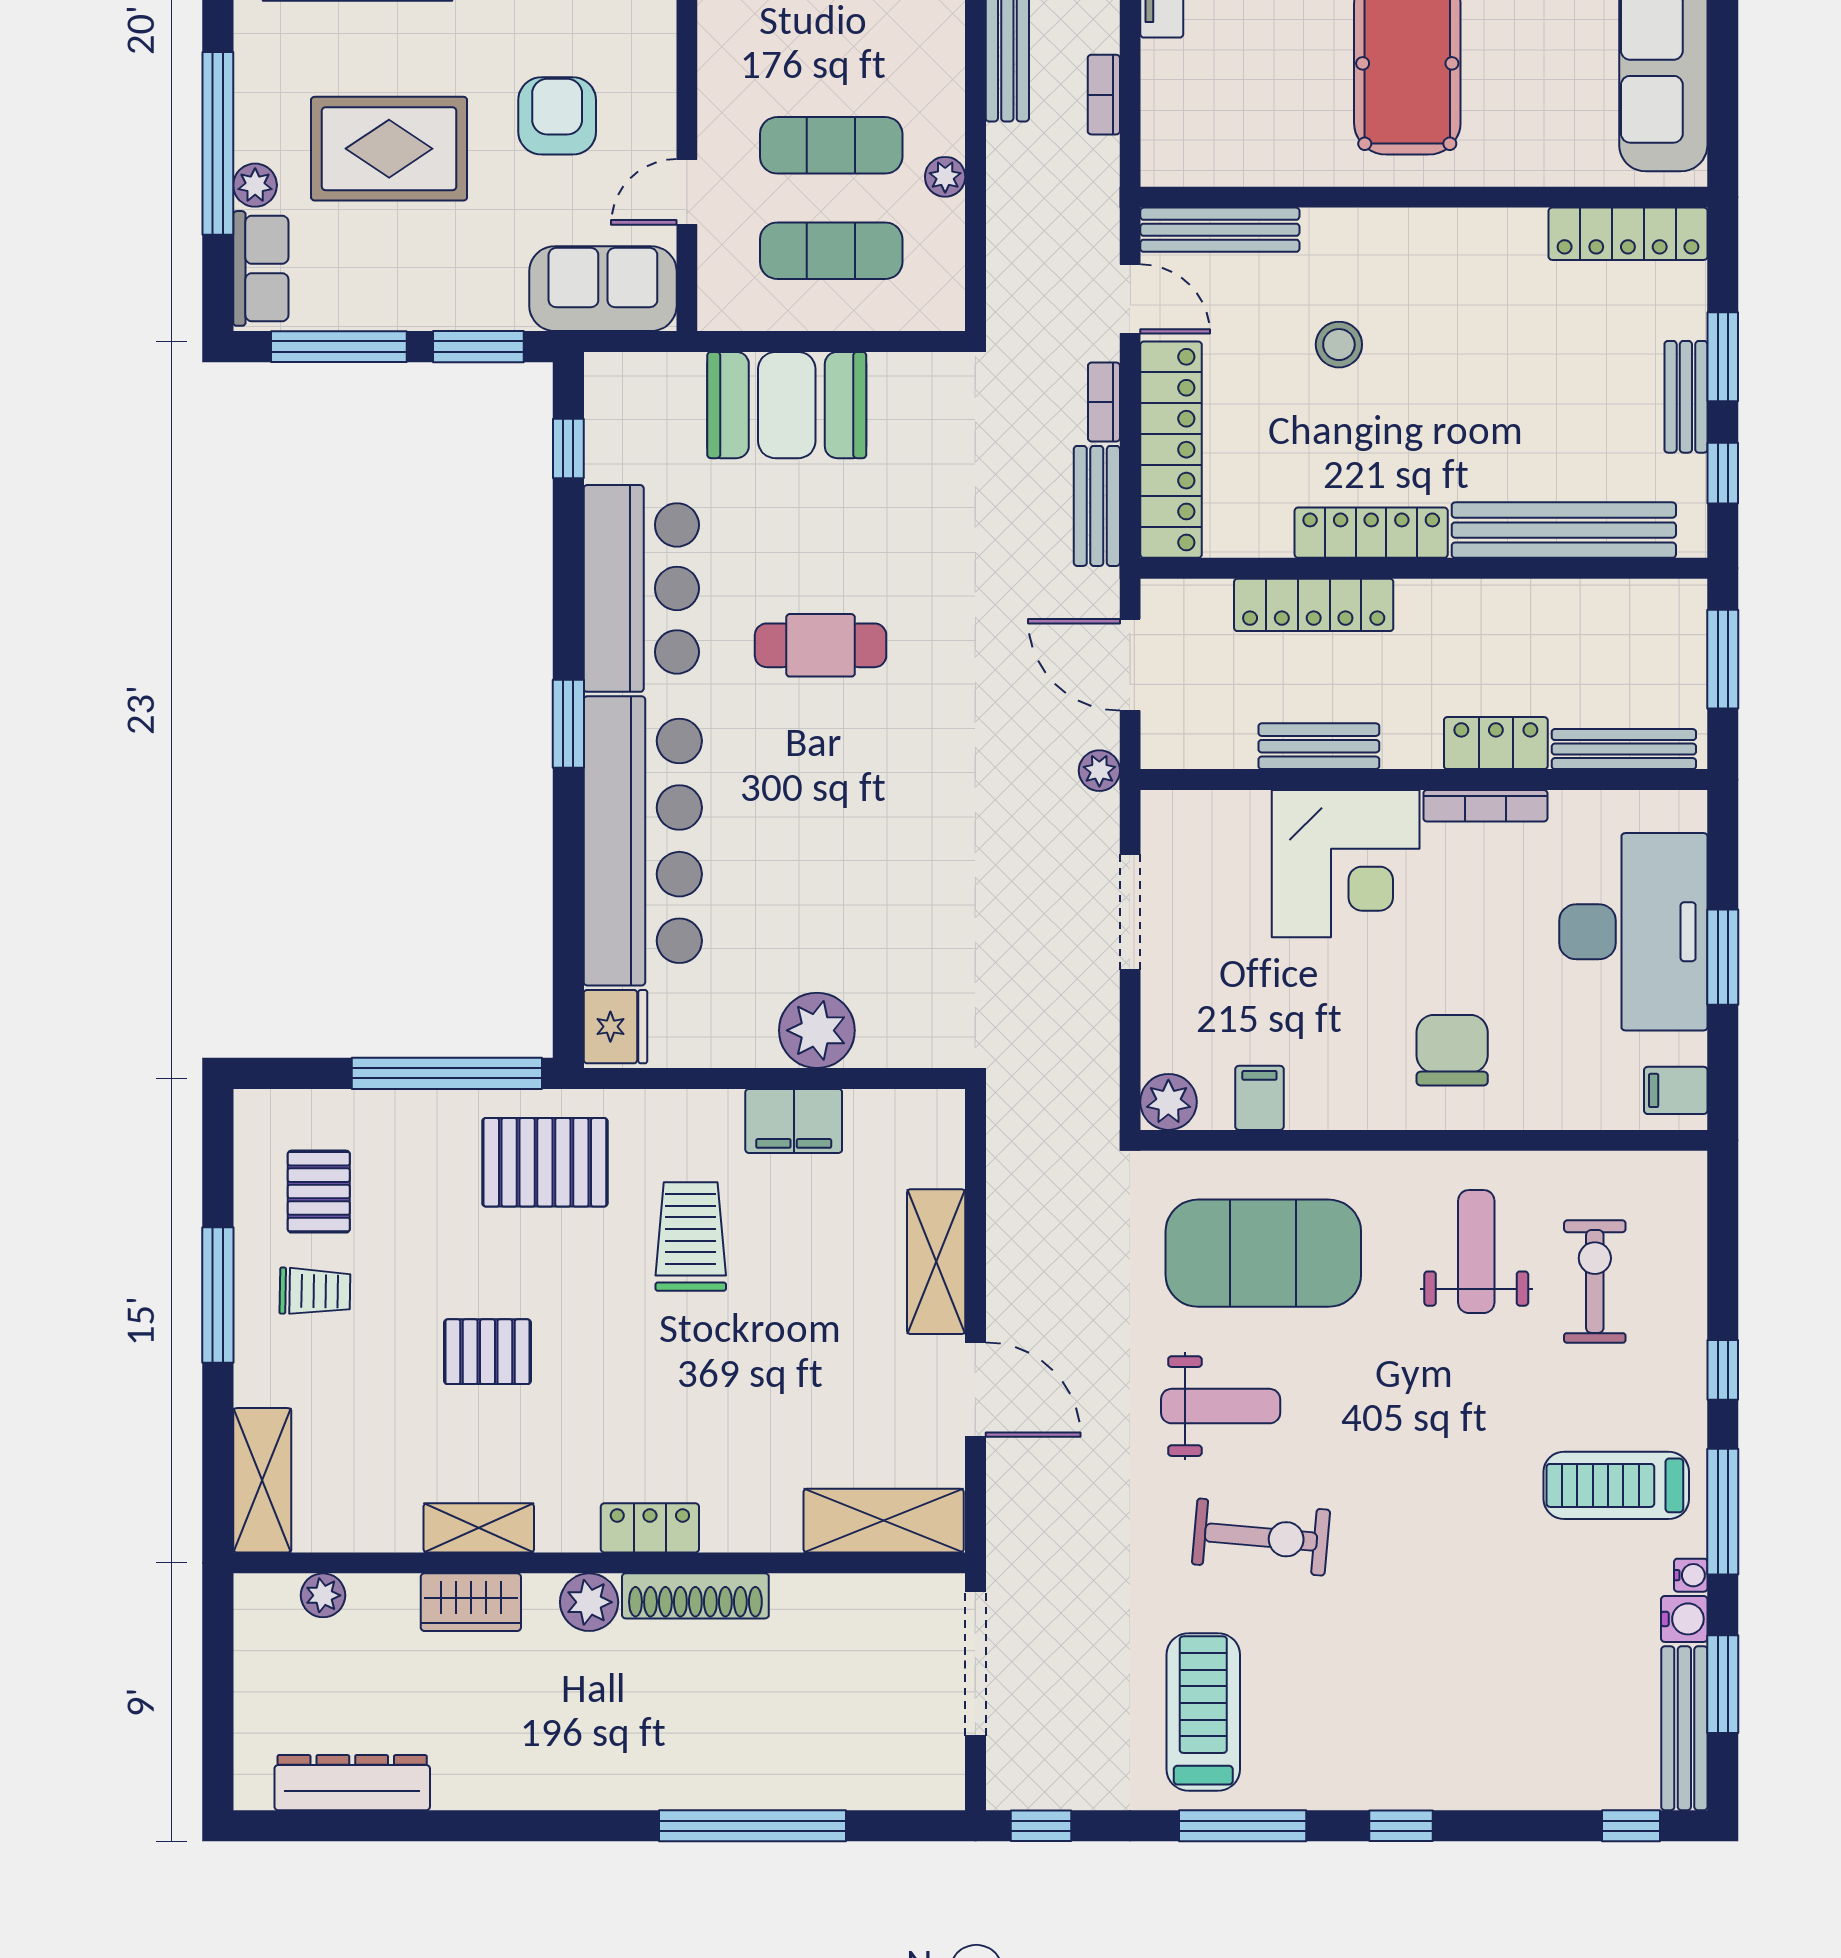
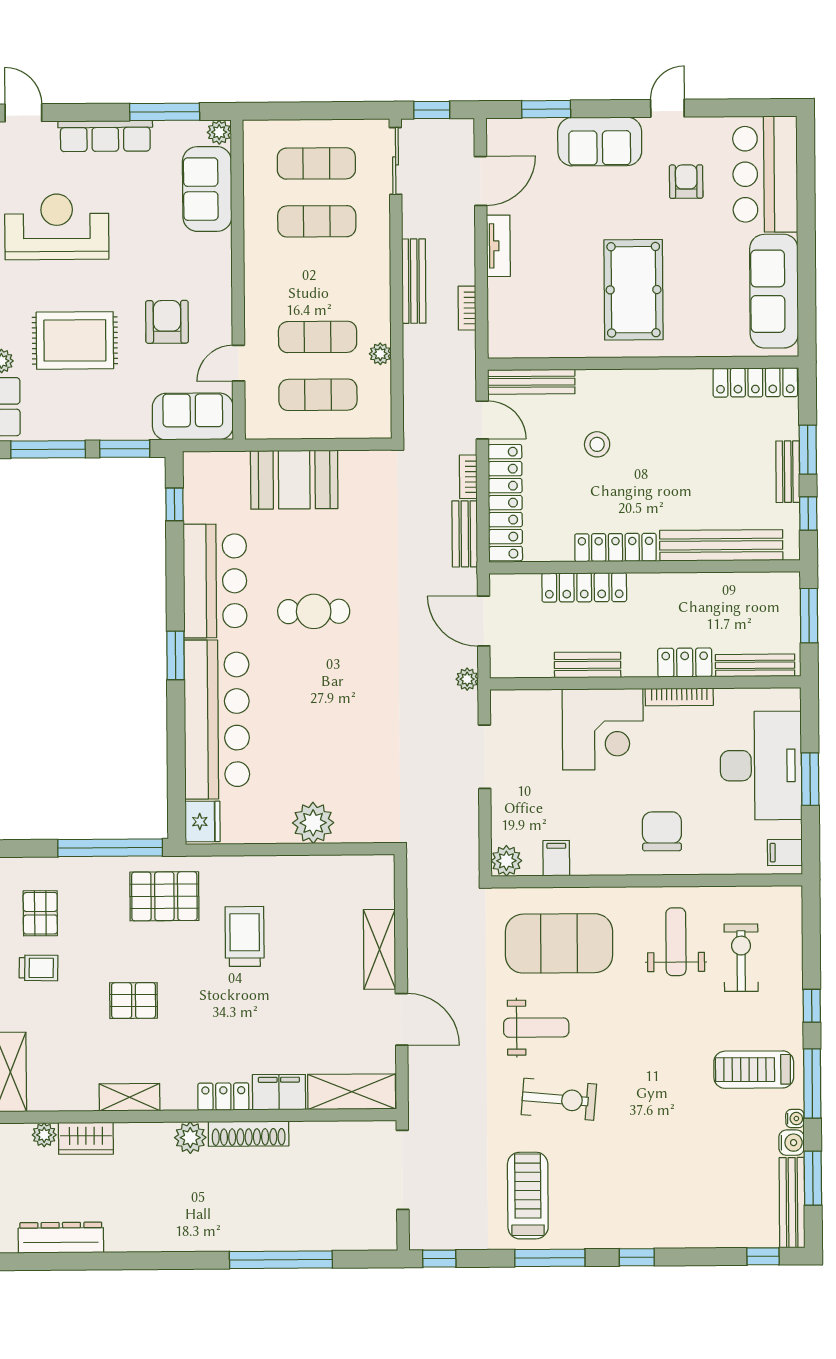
filing cabinet: (794, 1121) -> (279, 1092), moved, turned 180
wardrobe: (471, 1602) -> (86, 1138), moved

